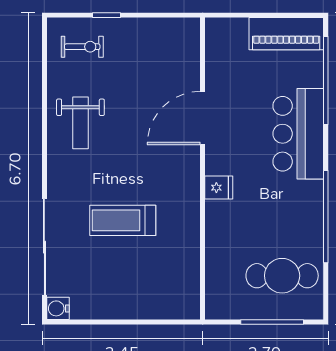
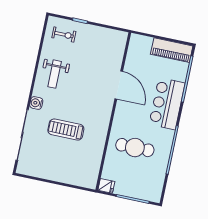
door: (203, 118) -> (119, 85), swing flipped
fridge: (219, 188) -> (106, 186), moved
cafe table: (282, 276) -> (135, 148), moved
water cooler: (58, 308) -> (36, 103), moved

